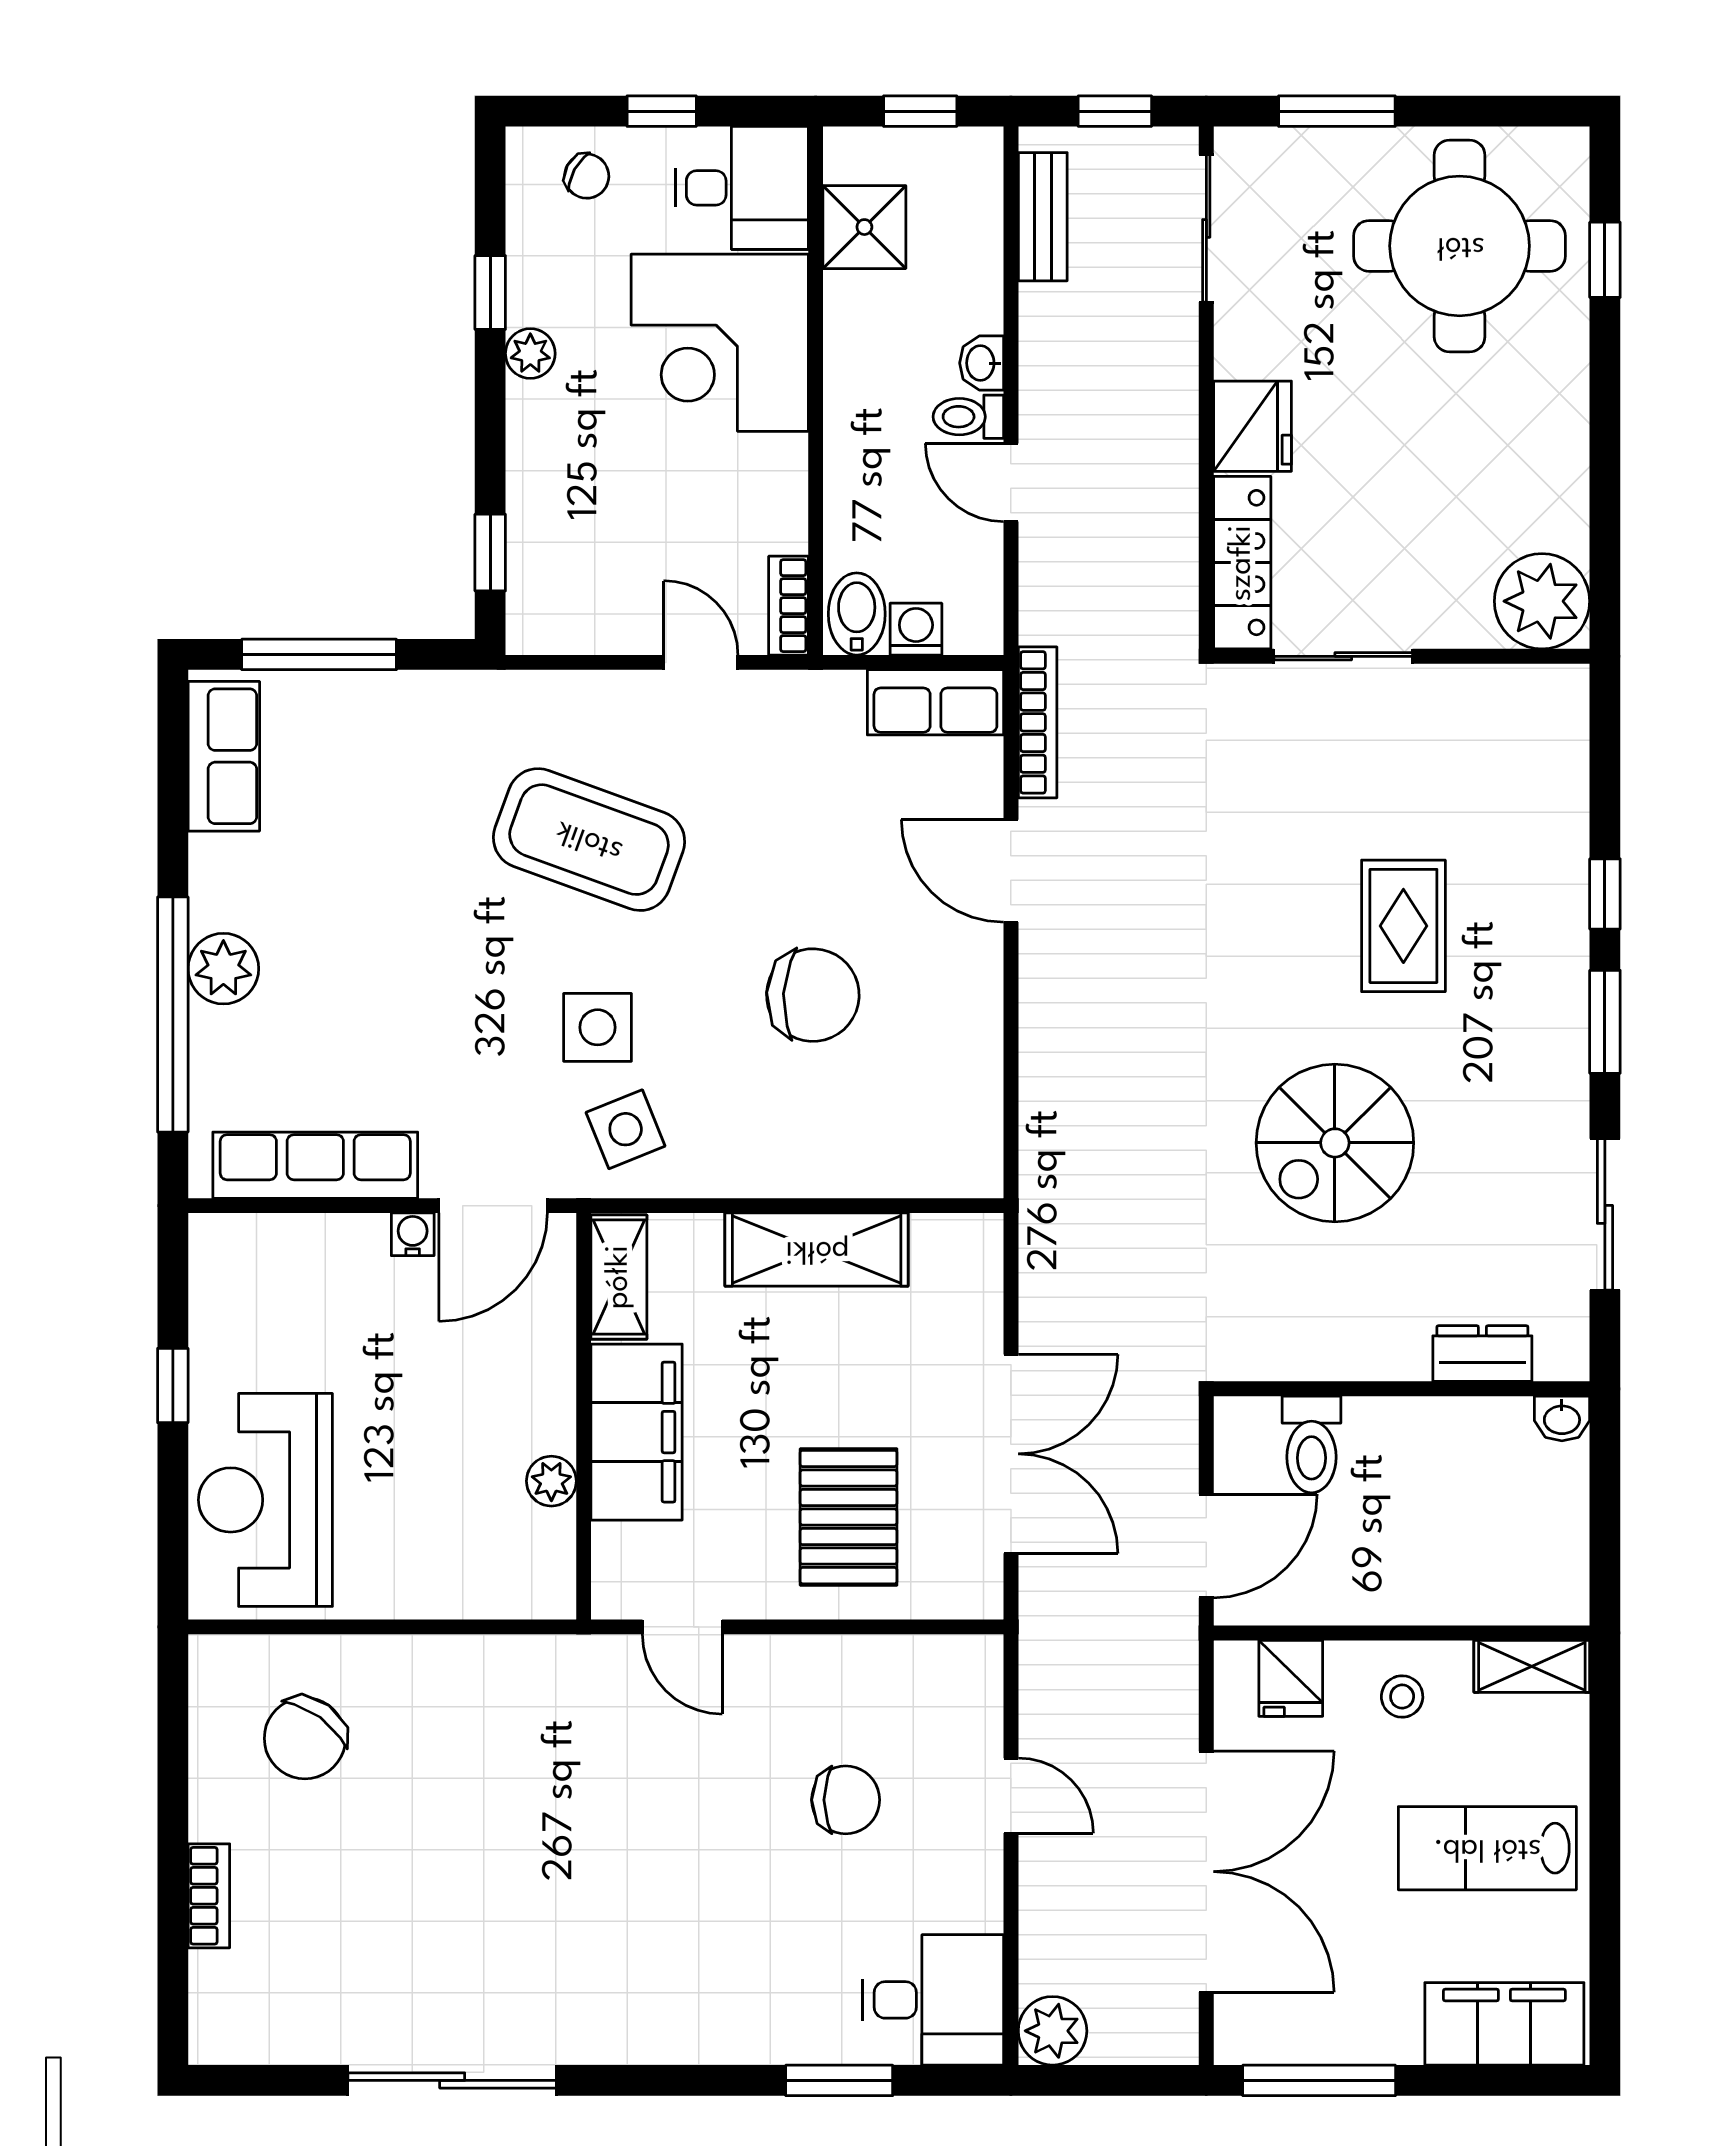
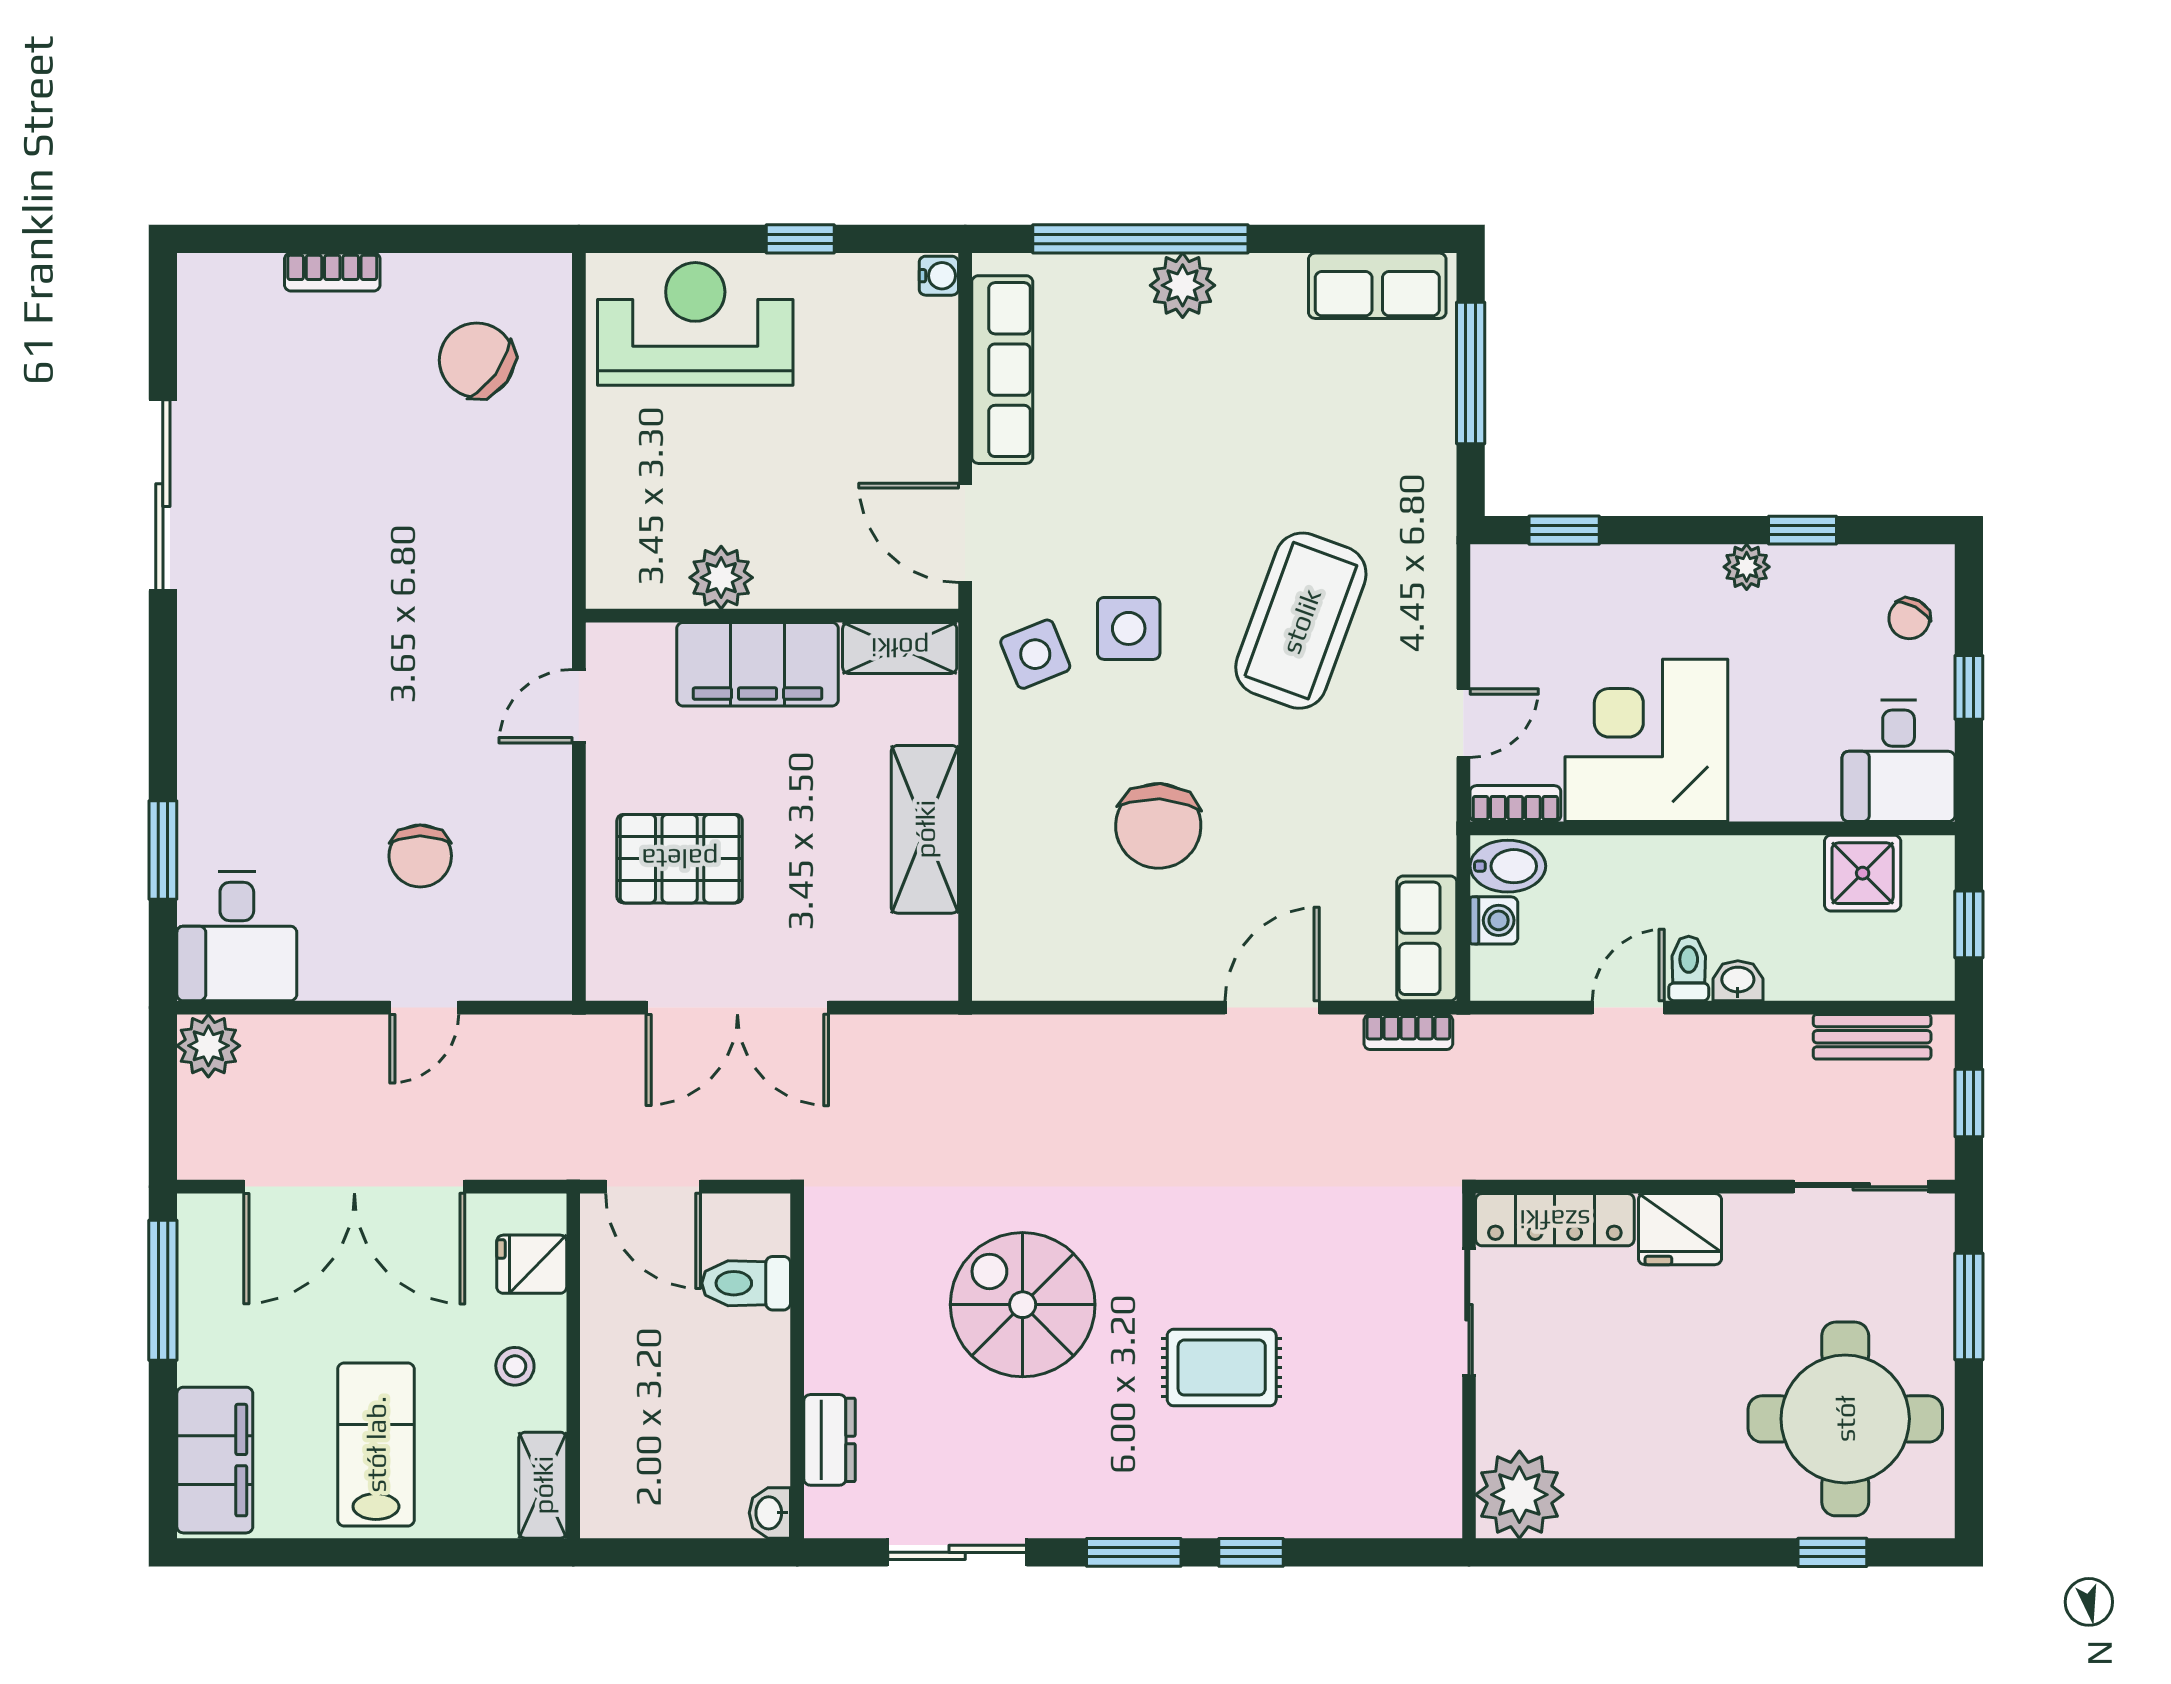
corner desk: (720, 343) -> (1646, 740), moved
bookcase: (1038, 722) -> (1408, 1032), width x0.64
water cooler: (413, 1234) -> (939, 276), moved
plant: (551, 1481) -> (721, 578), width x1.38, depth x1.38

